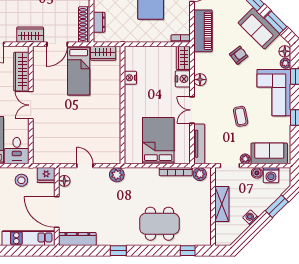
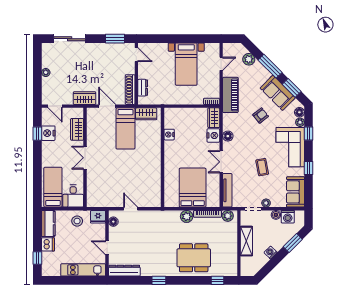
door: (57, 44) -> (107, 106), swing flipped
wardrobe: (21, 72) -> (77, 129), width x0.67
sofa: (269, 153) -> (295, 192), moved, turned -90
plant: (117, 175) -> (187, 216), moved
door: (57, 212) -> (107, 248), width x0.53

